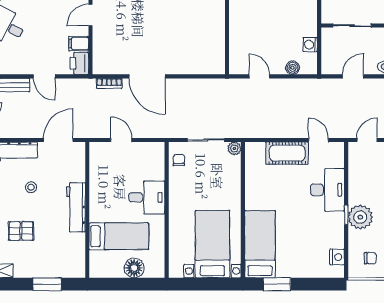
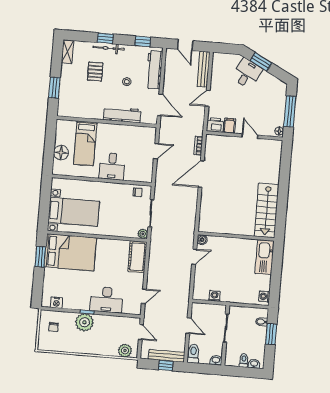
boiler: (293, 68) -> (202, 240), moved
cot: (287, 153) -> (137, 257), moved
workbench: (76, 207) -> (122, 115), moved
bed: (260, 244) -> (70, 252), width x1.50

